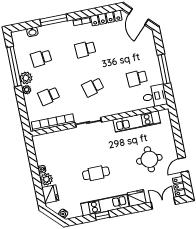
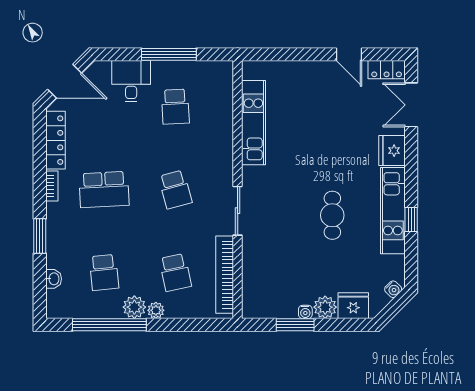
window: (54, 20) -> (40, 236), width x0.69
school desk: (85, 49) -> (104, 190), width x1.85
desk: (155, 96) -> (131, 81), moved
round table: (149, 159) -> (327, 114), removed
window: (34, 165) -> (295, 325), added

